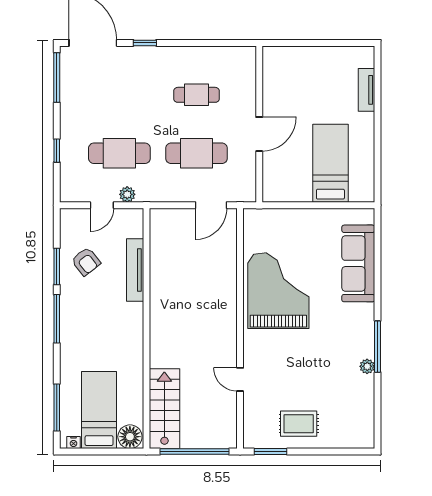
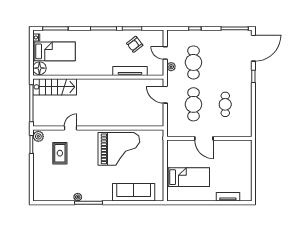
door: (211, 205) -> (165, 95), moved
rug: (299, 424) -> (60, 153), moved
plant: (255, 439) -> (38, 136), added

